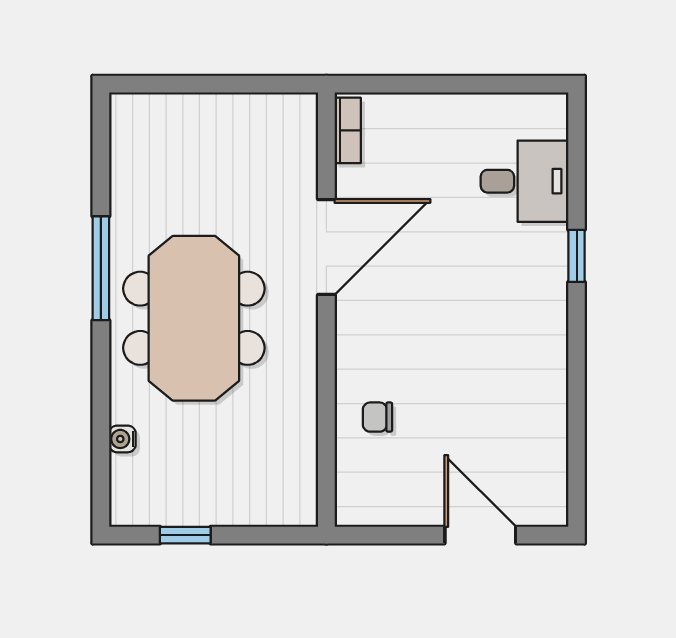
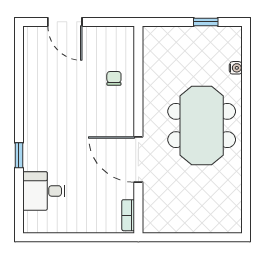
door: (326, 247) -> (138, 160), hinge flipped
window: (101, 268) -> (246, 149), removed
chair: (378, 417) -> (114, 78), turned -90

